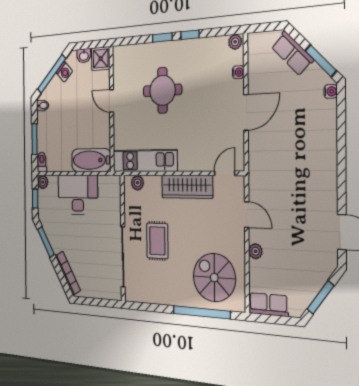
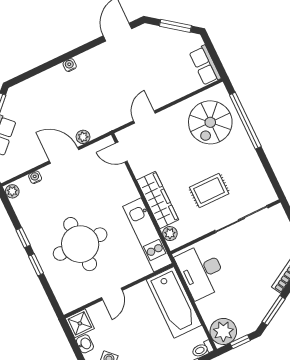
round table: (162, 90) -> (80, 244), width x1.36, depth x1.36
water cooler: (331, 91) -> (70, 65), moved
bathtub: (91, 160) -> (174, 302), width x1.36, depth x1.36
plant: (43, 182) -> (223, 331), width x1.88, depth x1.88
wardrobe: (187, 187) -> (158, 200), moved
desk: (78, 195) -> (201, 271), moved
plant: (256, 251) -> (83, 137), moved

